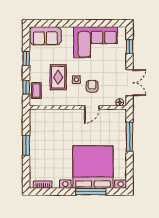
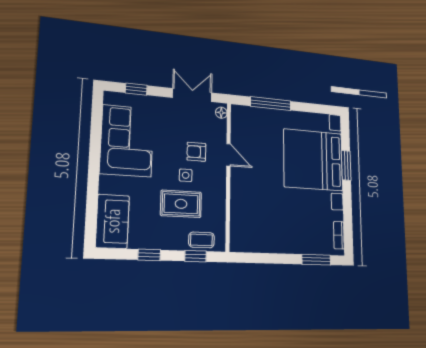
window: (26, 145) -> (316, 260), moved
window: (91, 192) -> (346, 165), width x0.69

